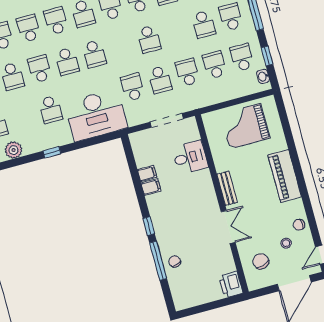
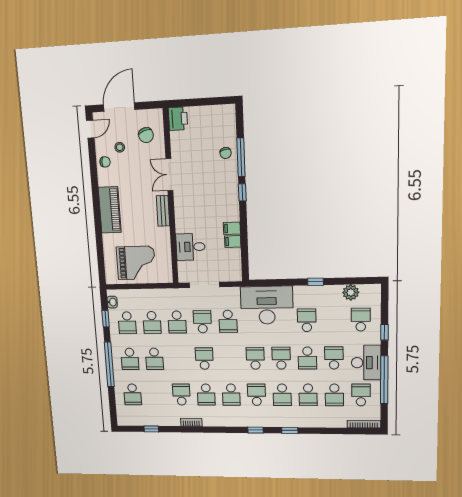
school desk: (204, 24) -> (154, 359), turned 180

